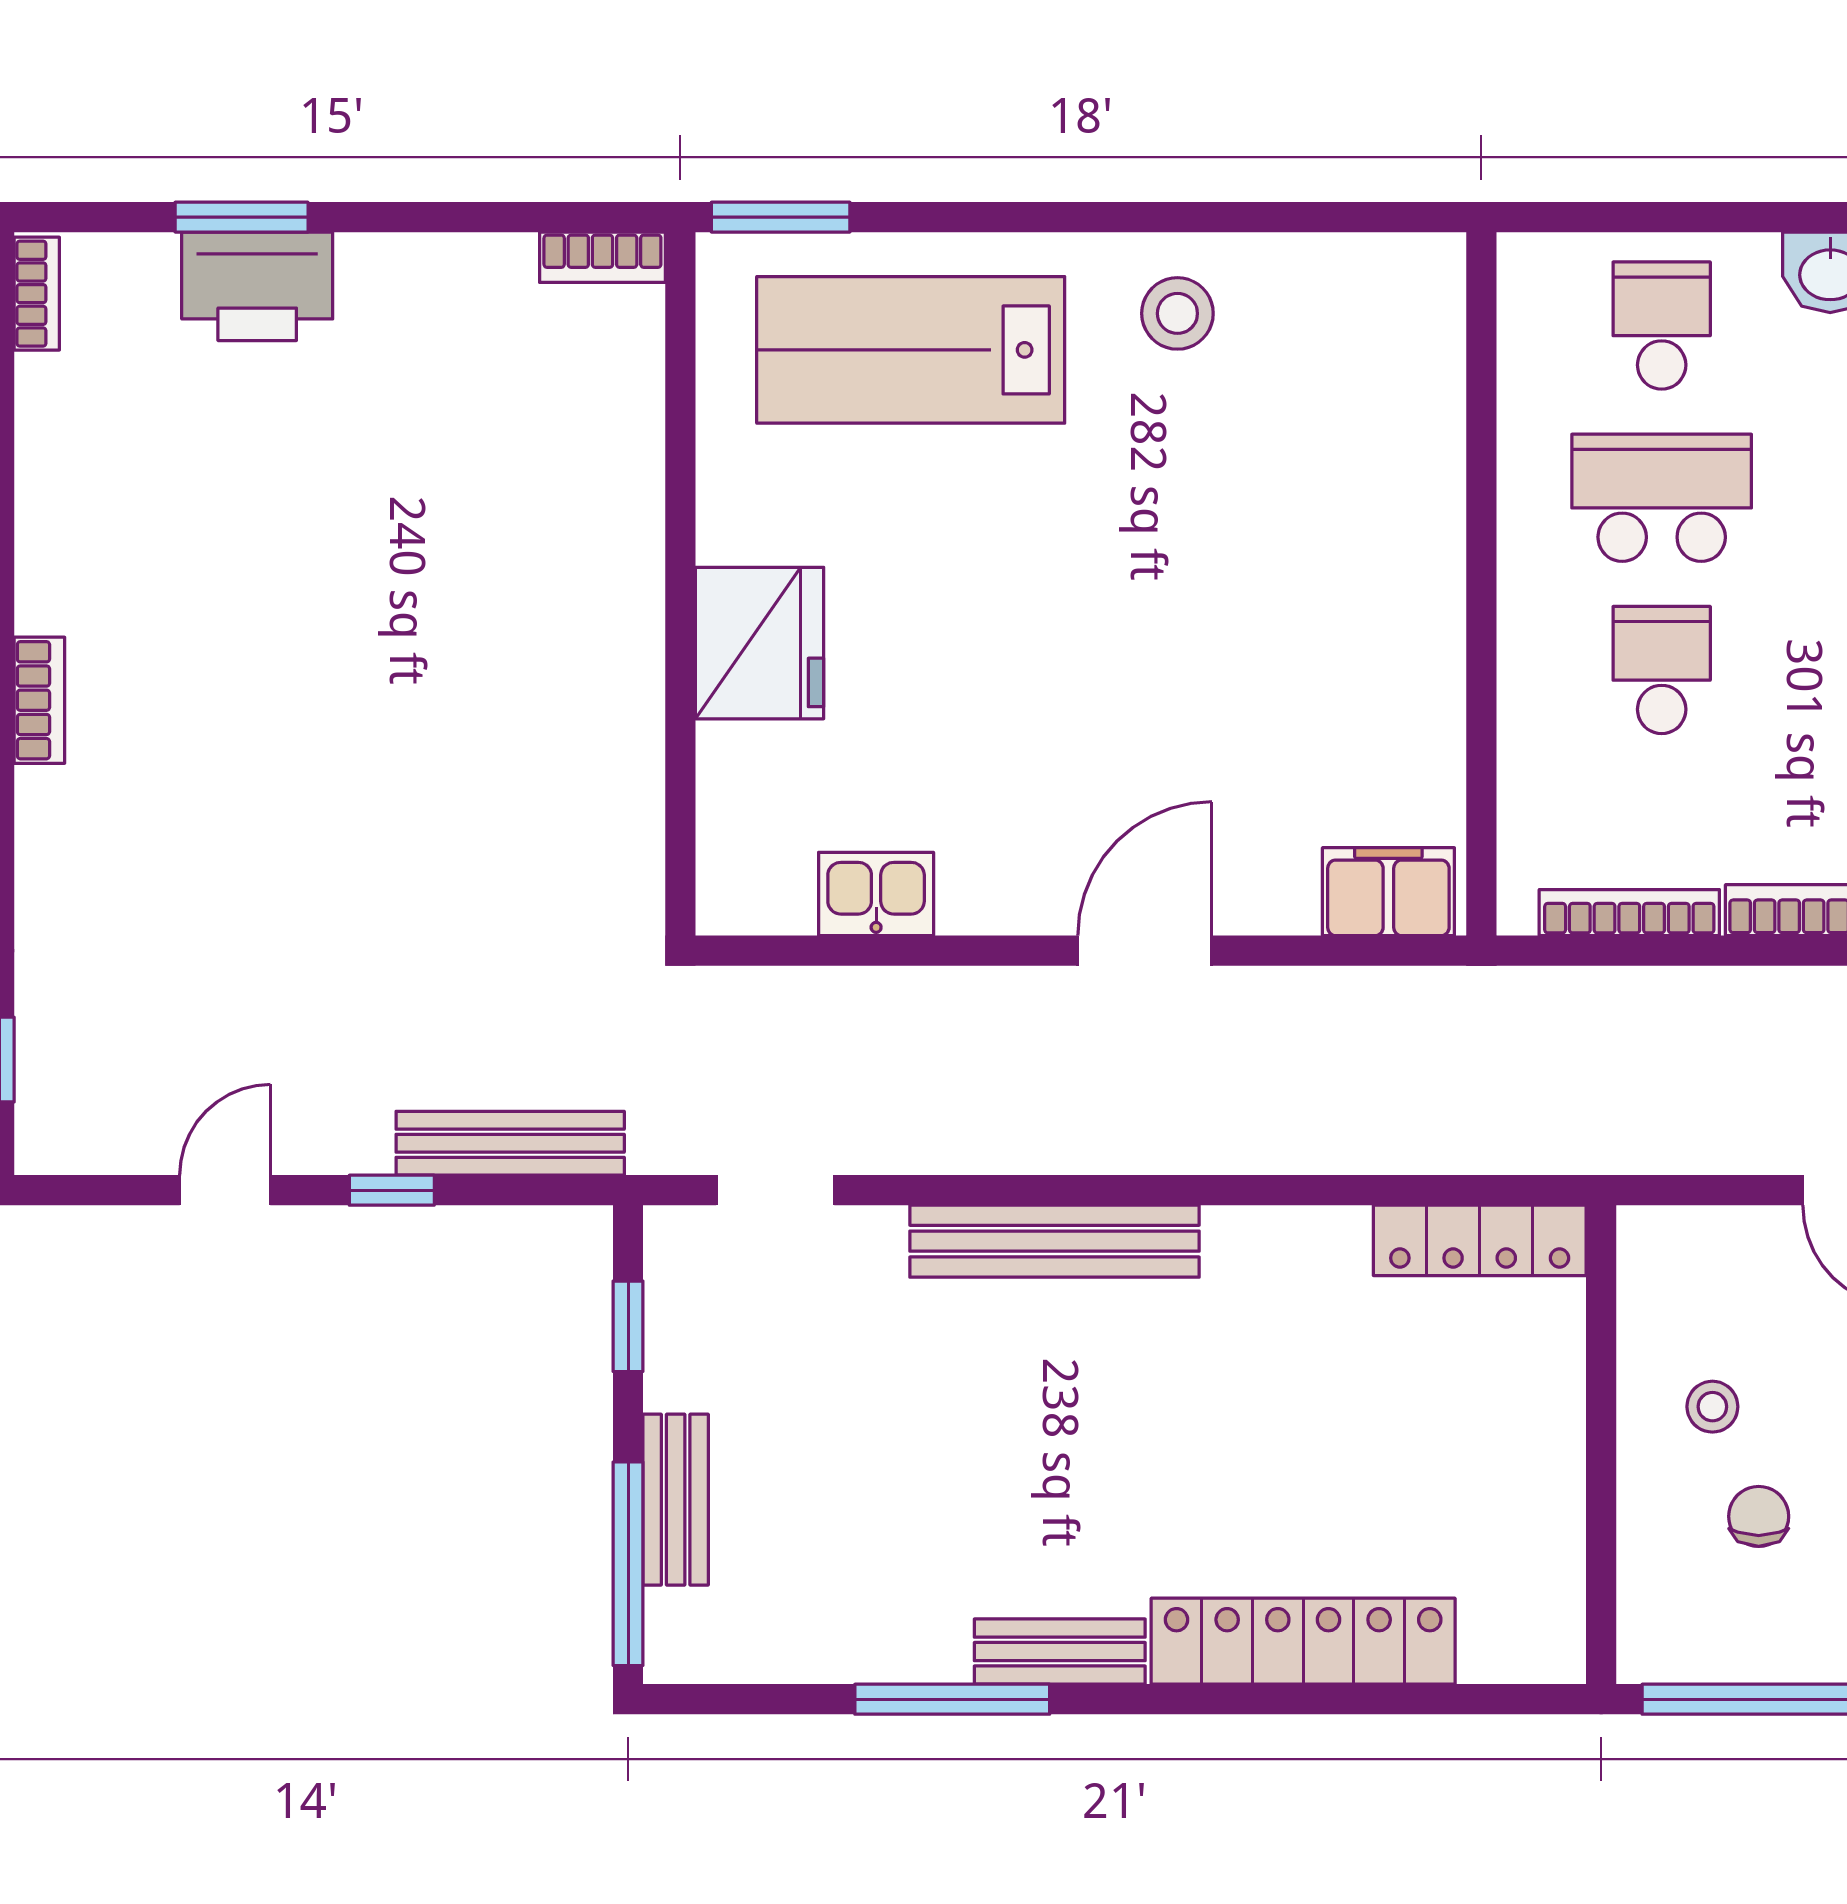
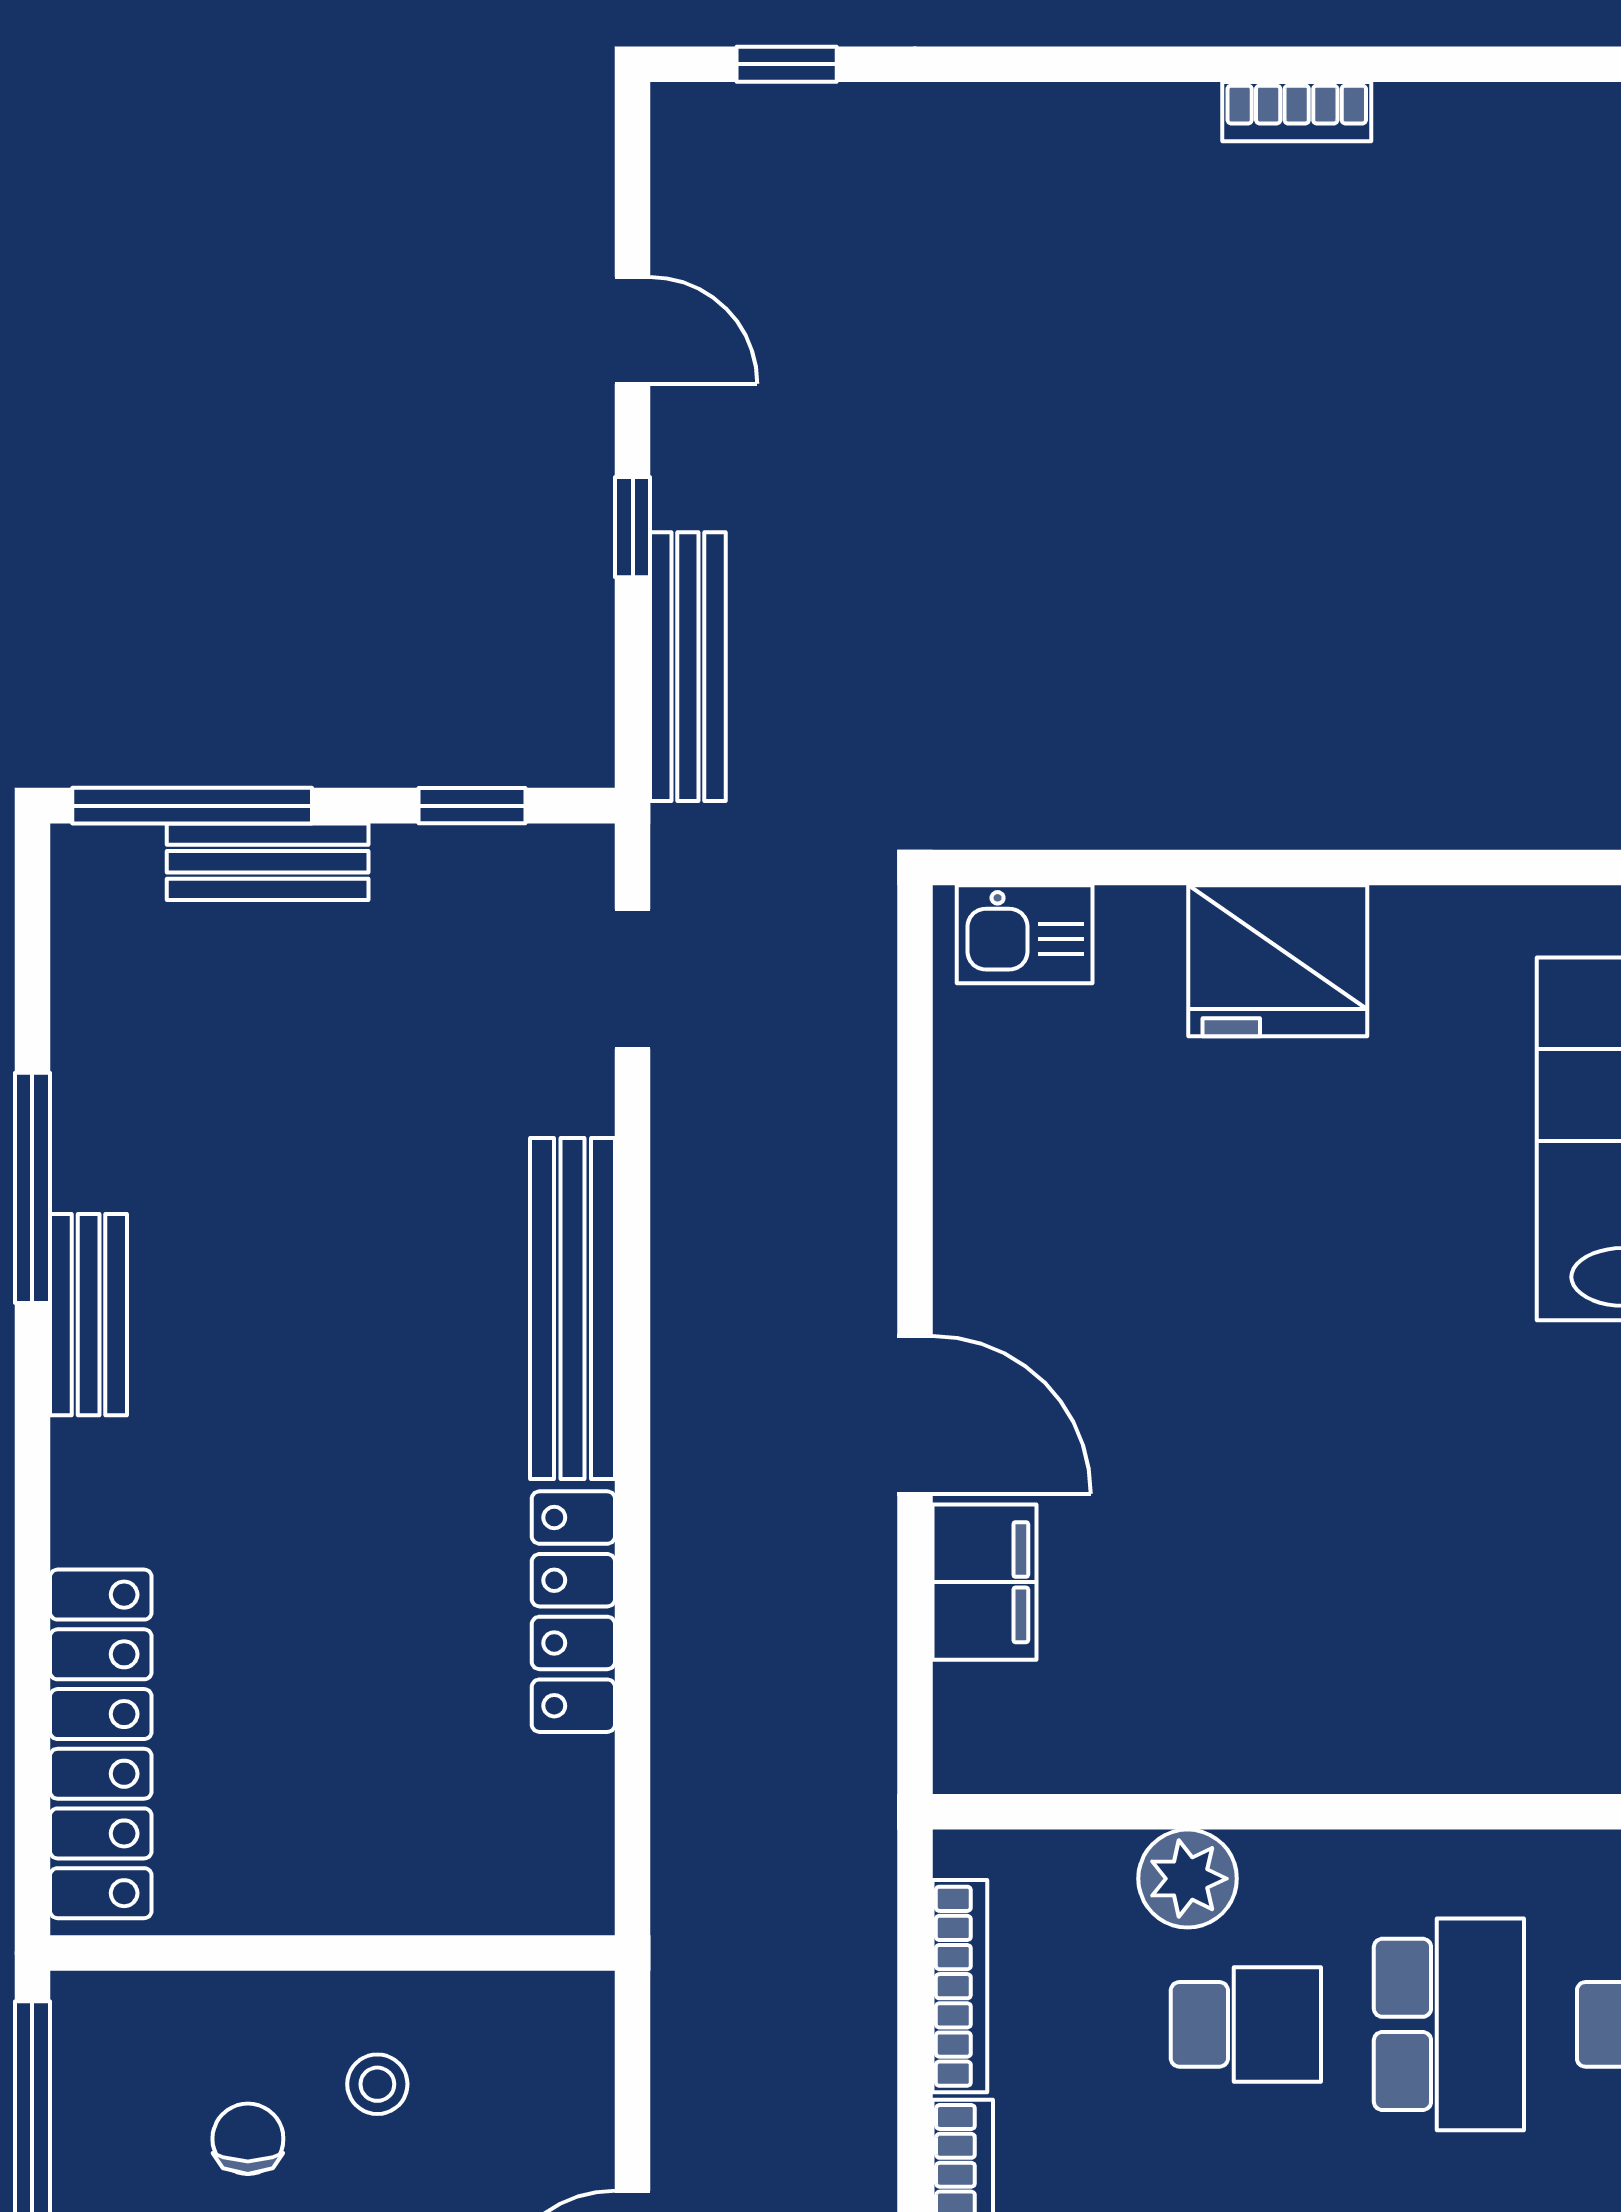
bookcase: (39, 700) -> (1297, 112), moved
plant: (1538, 719) -> (1188, 1879), added
filing cabinet: (1388, 892) -> (985, 1582), moved
kitchen sink: (876, 894) -> (1025, 934), moved, turned 90
locker: (1480, 1240) -> (573, 1612), moved
chair: (1759, 1516) -> (248, 2139), turned -90
locker: (1303, 1641) -> (101, 1744), moved

